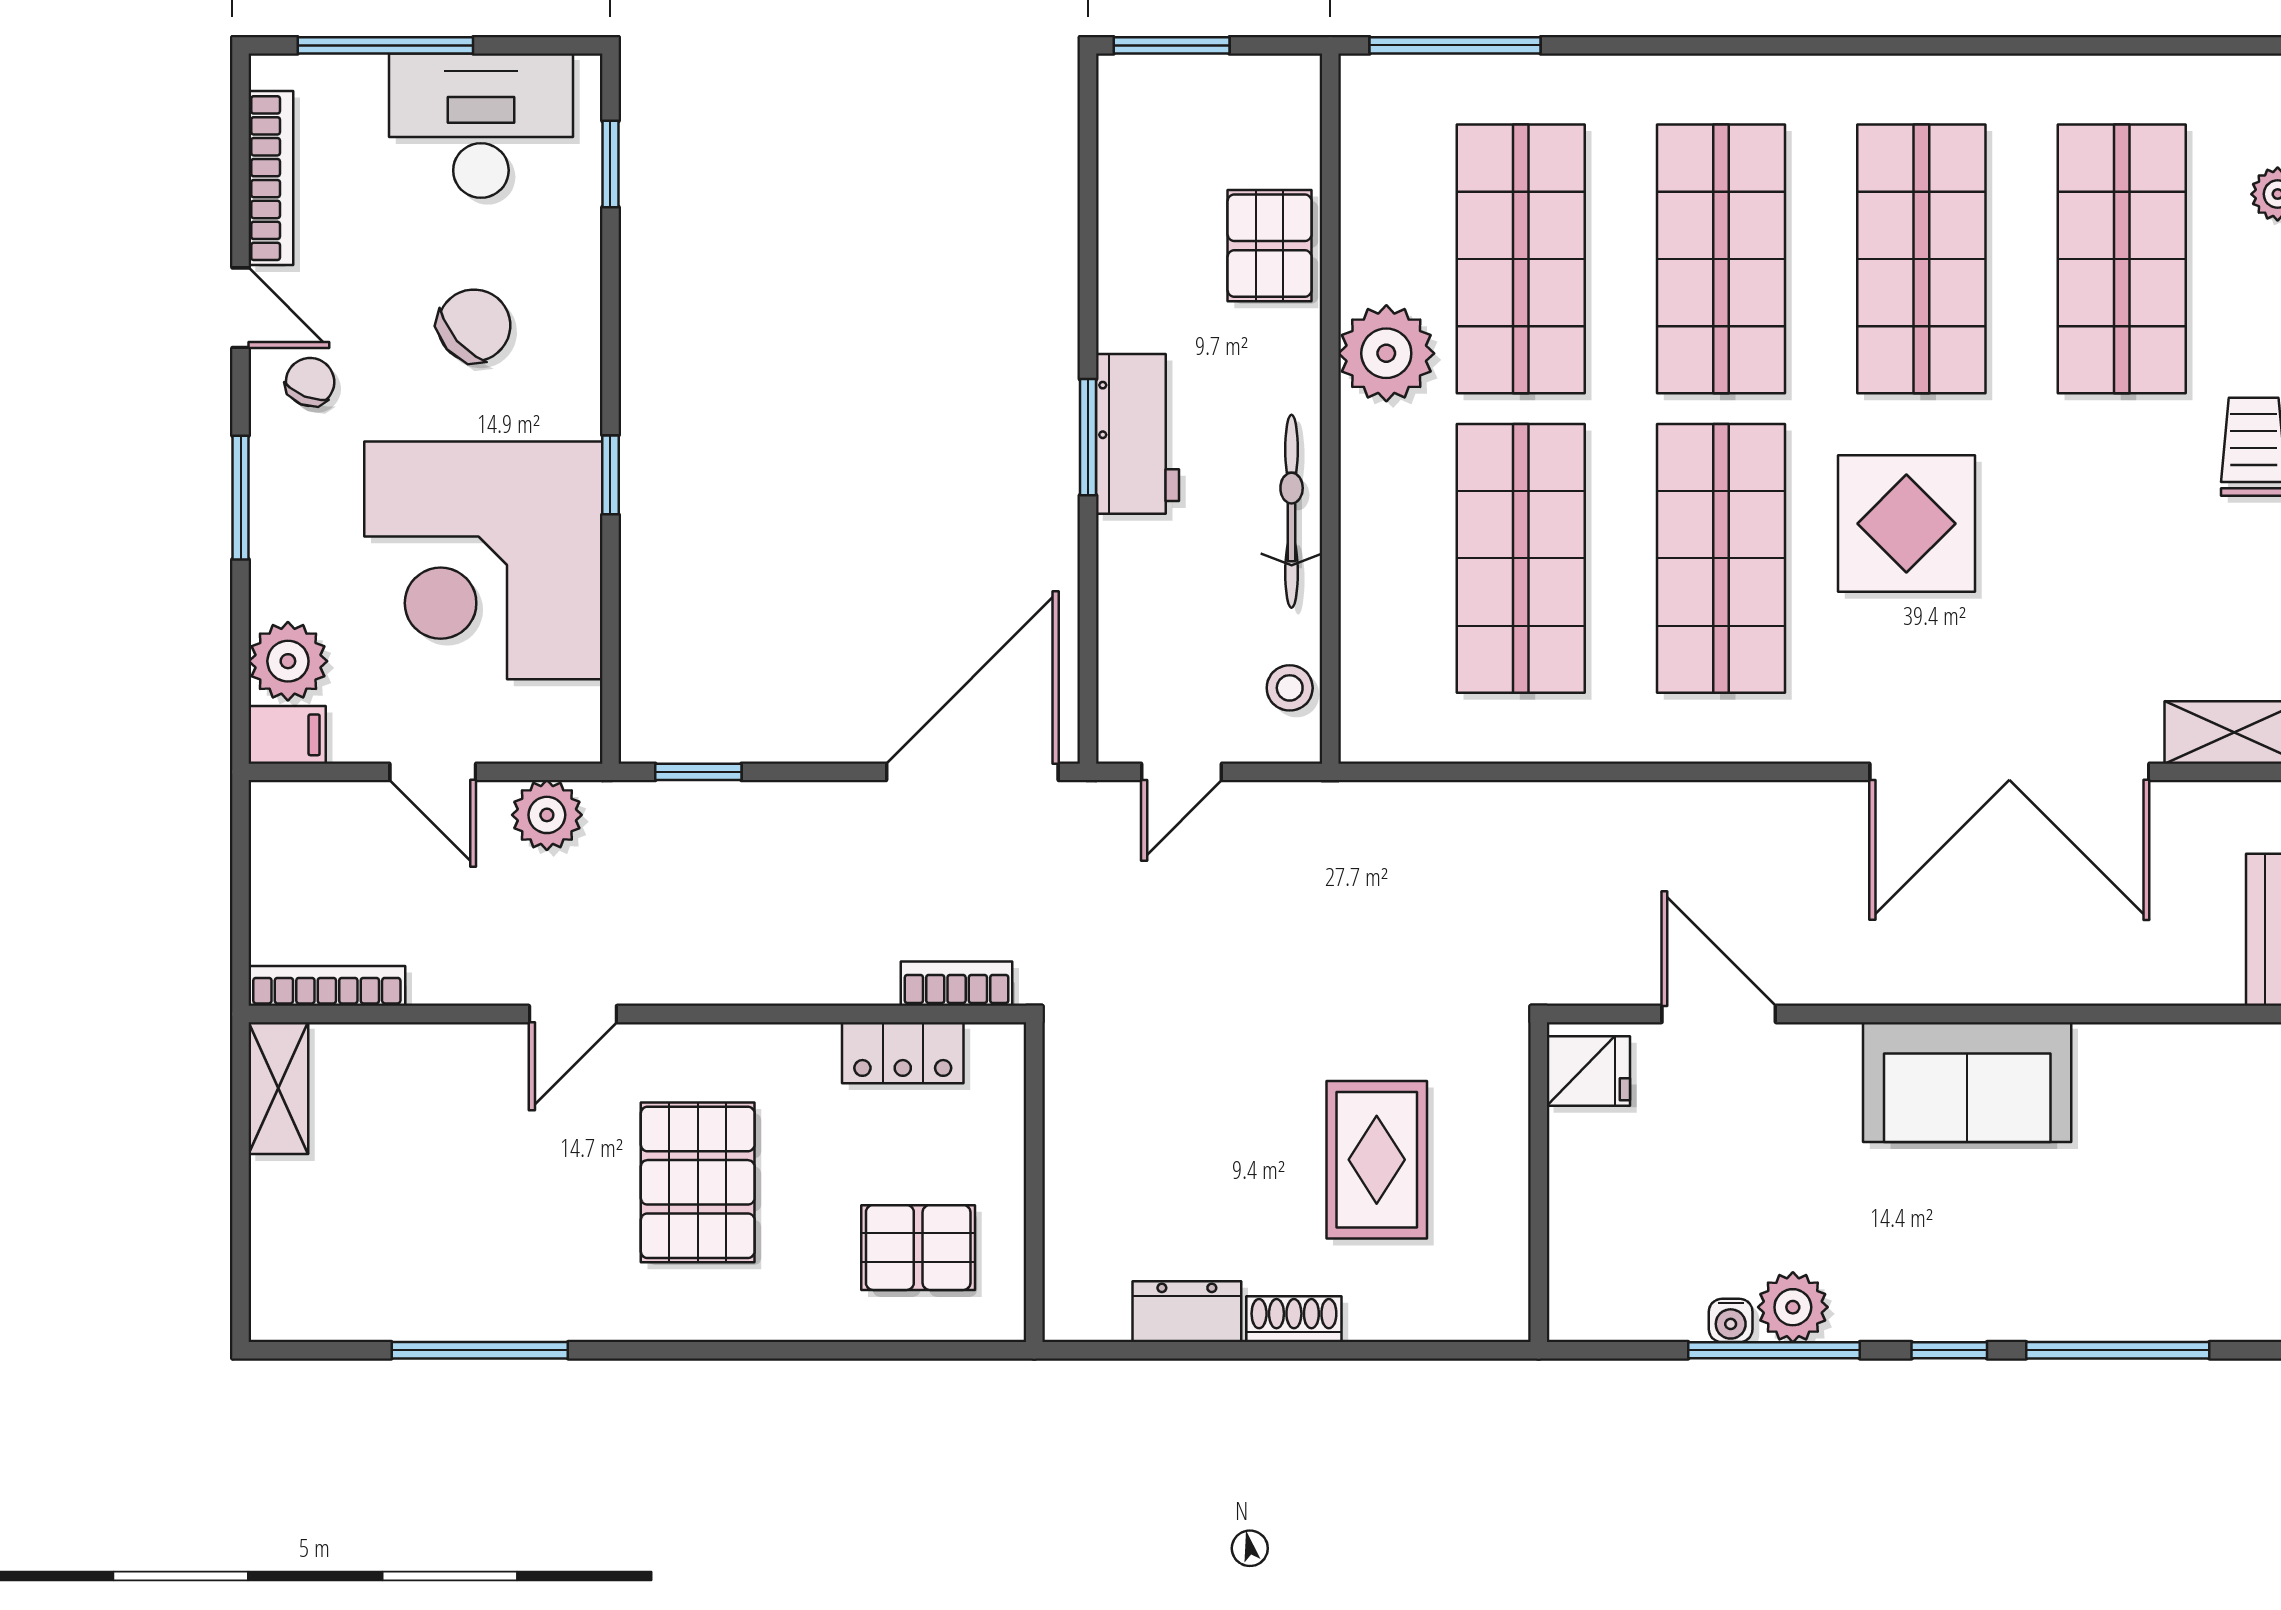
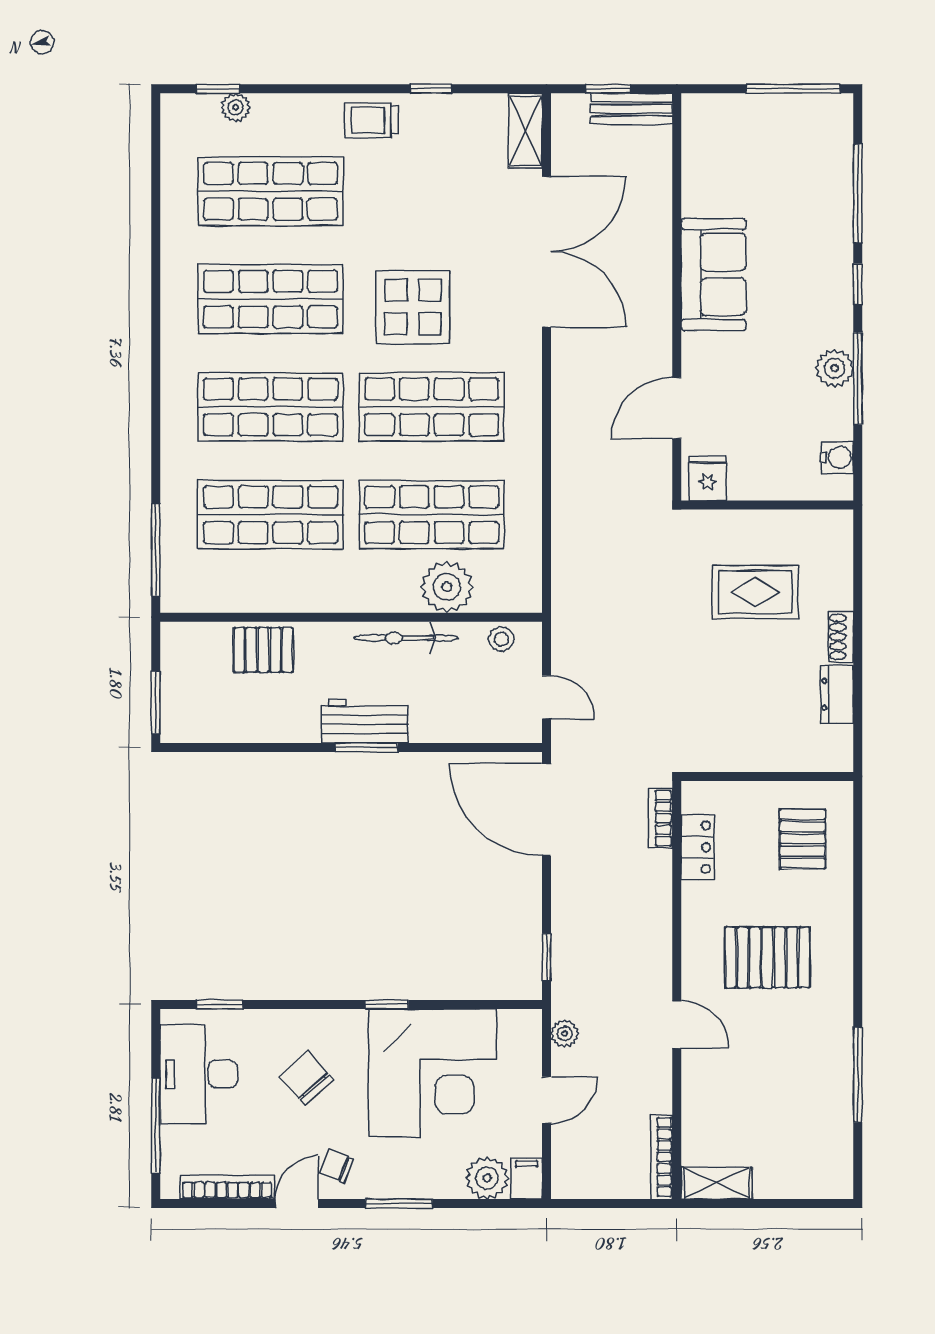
plant: (1386, 353) -> (447, 587), moved
plant: (547, 815) -> (565, 1033), width x0.73, depth x0.73
water cooler: (1731, 1320) -> (837, 457), moved, width x1.38, depth x1.38

